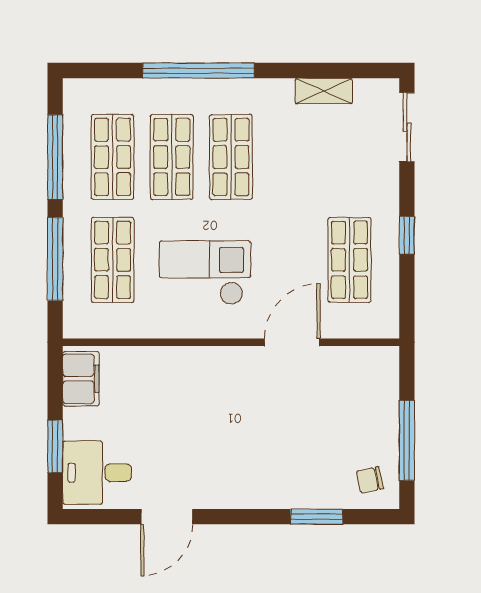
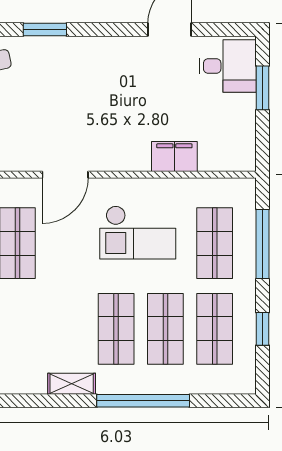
shelving: (324, 91) -> (72, 384), moved
window: (55, 157) -> (262, 329), width x0.46
filing cabinet: (81, 379) -> (174, 156), moved, turned 90

